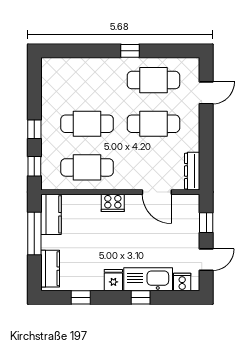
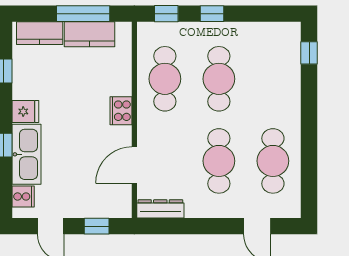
window: (130, 51) -> (309, 53), moved
kitchen counter: (51, 214) -> (89, 34), moved

